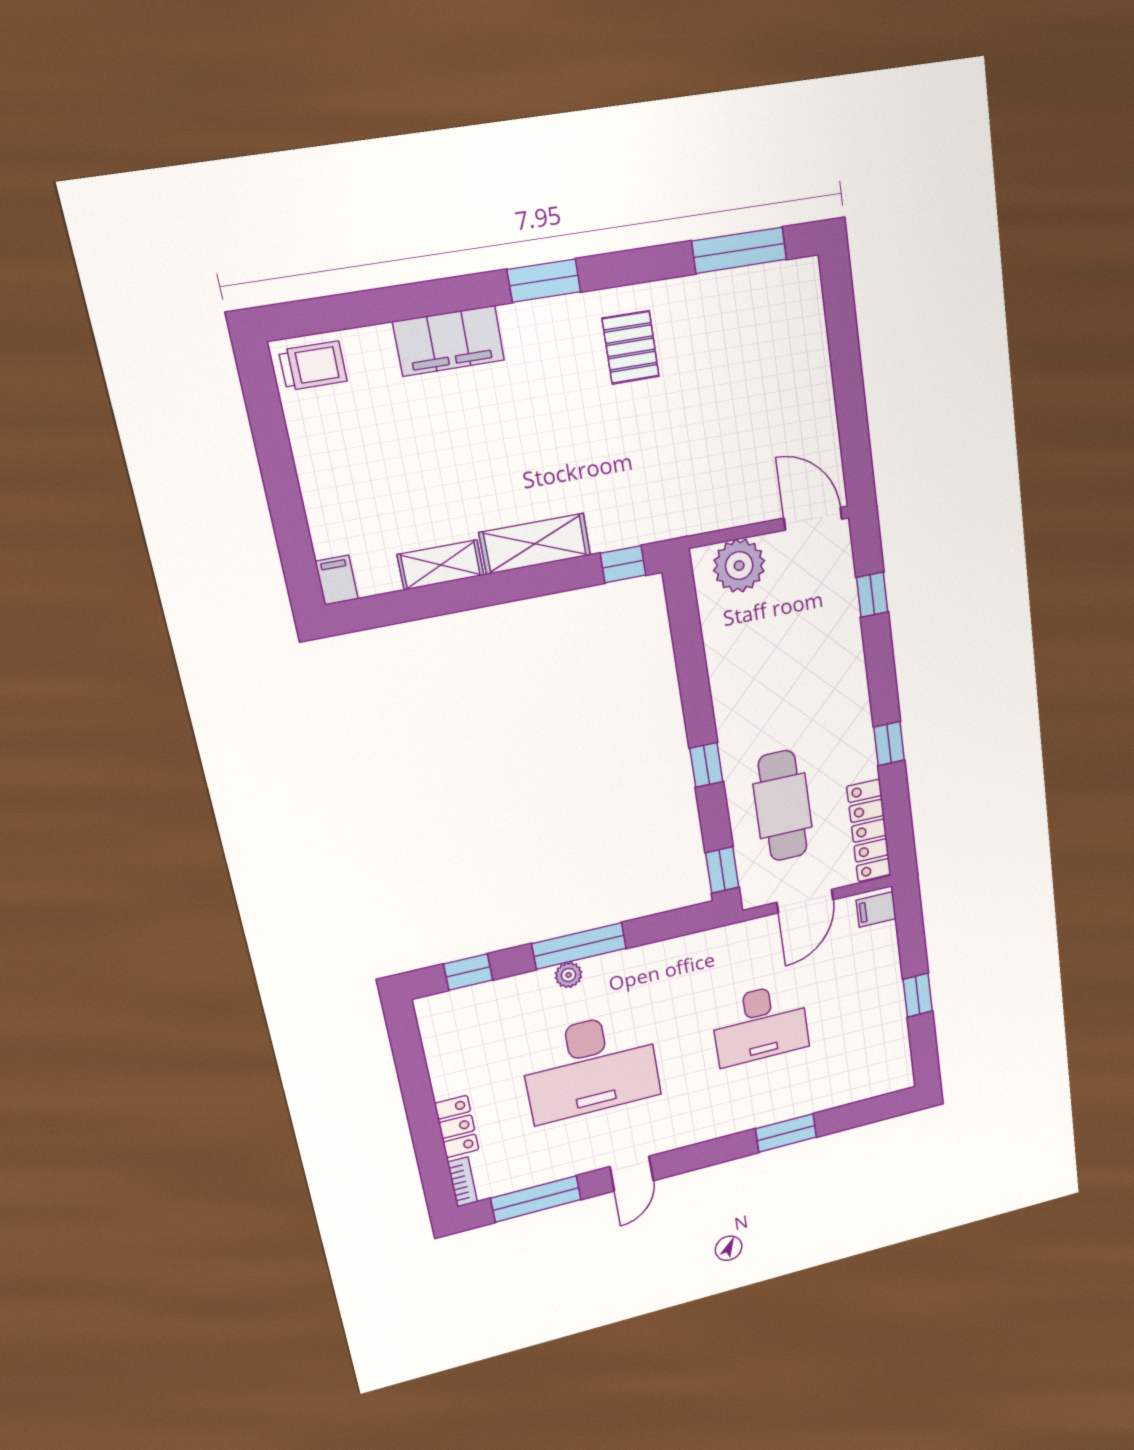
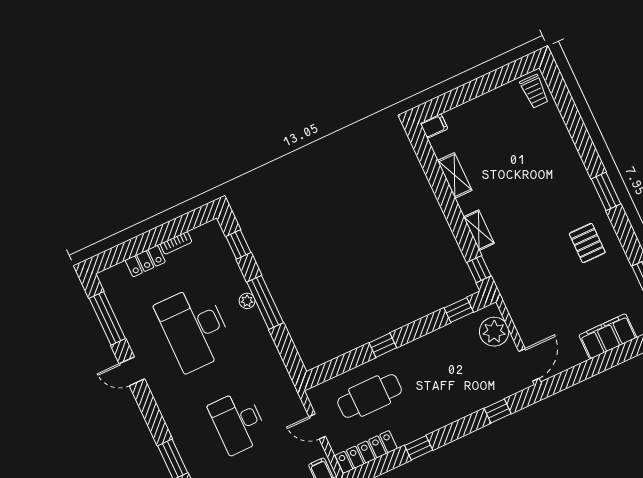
filing cabinet: (449, 341) -> (608, 336), moved, turned 90
pallet: (631, 347) -> (587, 243), turned 90
shelving: (535, 544) -> (479, 230), width x0.67, depth x0.75
window: (722, 870) -> (459, 310), moved
door: (805, 901) -> (317, 426), width x0.73
bookcase: (462, 1182) -> (176, 243), moved

